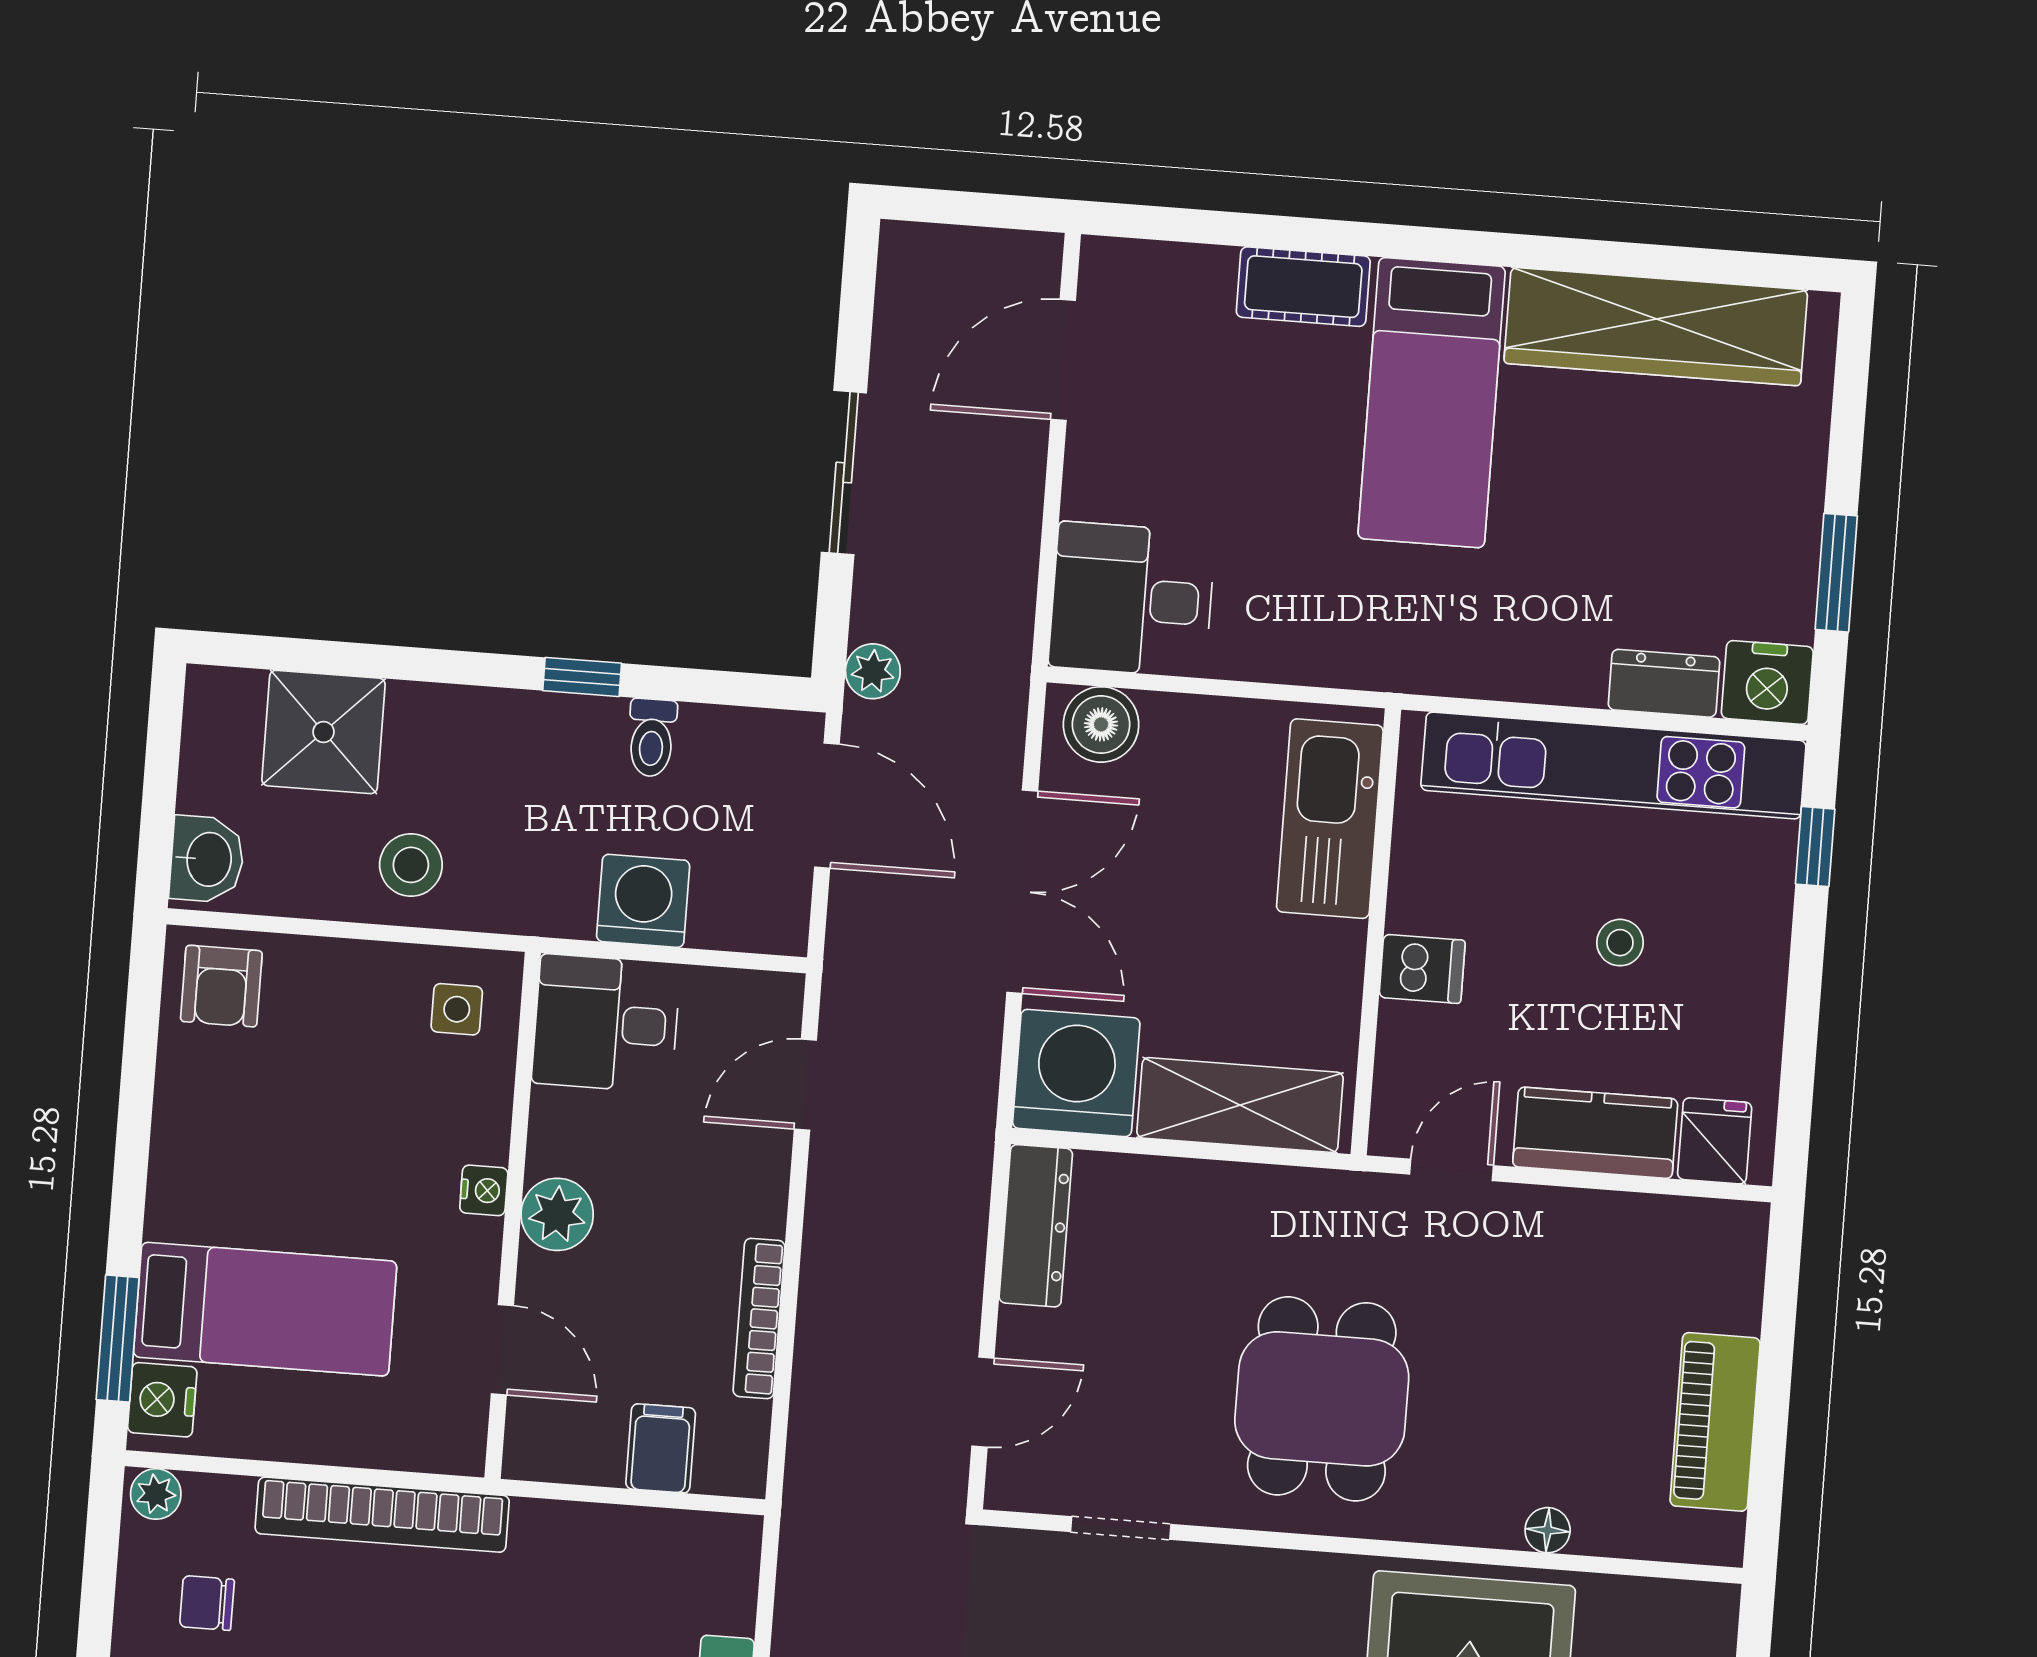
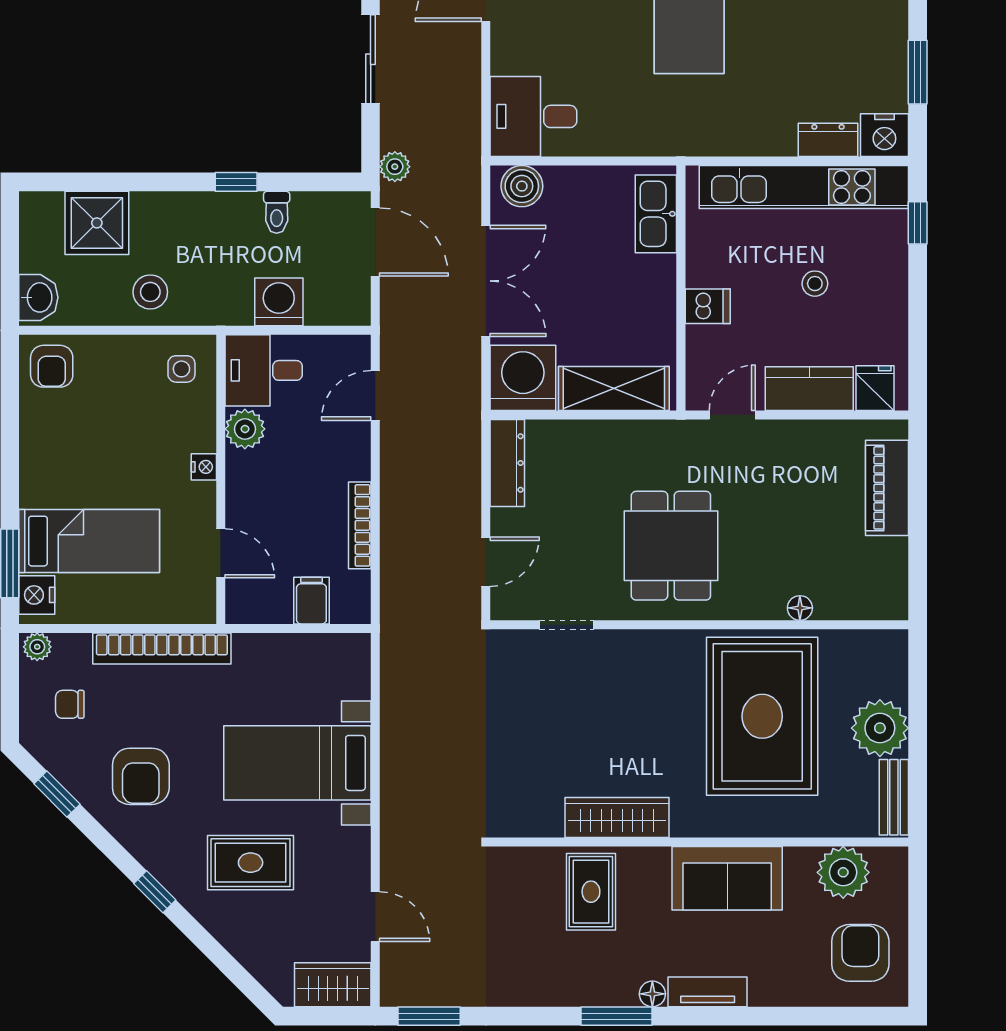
kitchen sink: (1330, 819) -> (656, 214), width x0.73, depth x0.81
plant: (557, 1214) -> (245, 429), moved
piano: (1715, 1422) -> (887, 488), moved

